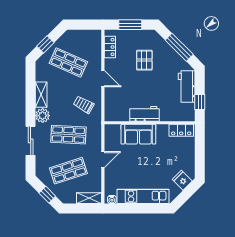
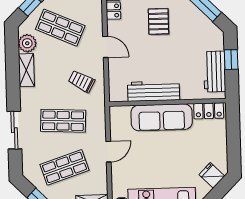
workbench: (187, 86) -> (215, 71), moved
window: (200, 102) -> (231, 60), moved
workbench: (144, 114) -> (154, 91), width x1.37
plant: (43, 116) -> (27, 43), moved
sofa: (138, 134) -> (162, 117), width x1.36

